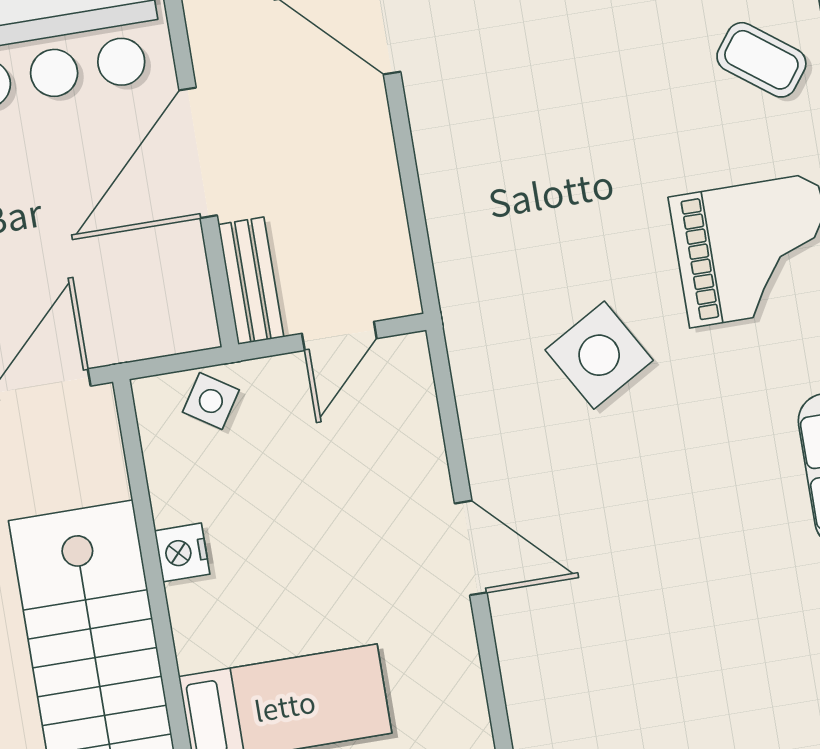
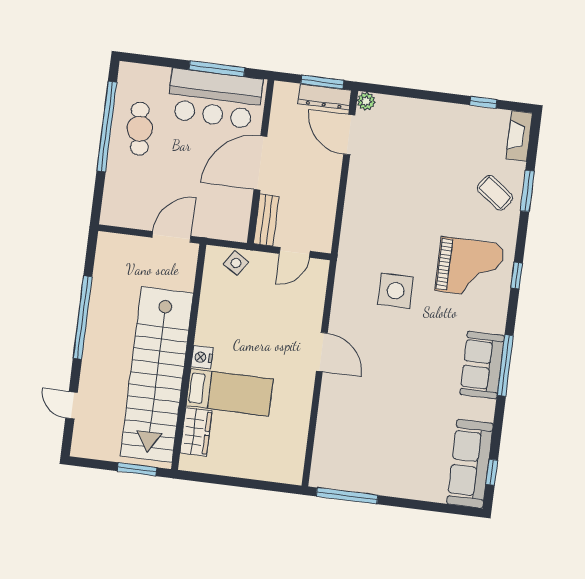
side table: (599, 355) -> (396, 291), turned 30
nightstand: (182, 552) -> (202, 357), moved

